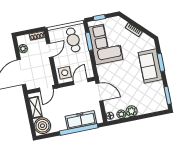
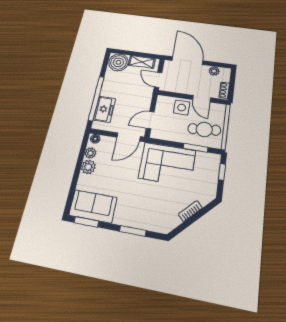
corner sofa: (106, 43) -> (167, 164), moved
sofa: (150, 66) -> (93, 206), moved
side table: (65, 73) -> (182, 108), moved
door: (81, 82) -> (150, 120), swing flipped
freezer: (81, 120) -> (104, 109), width x0.71

